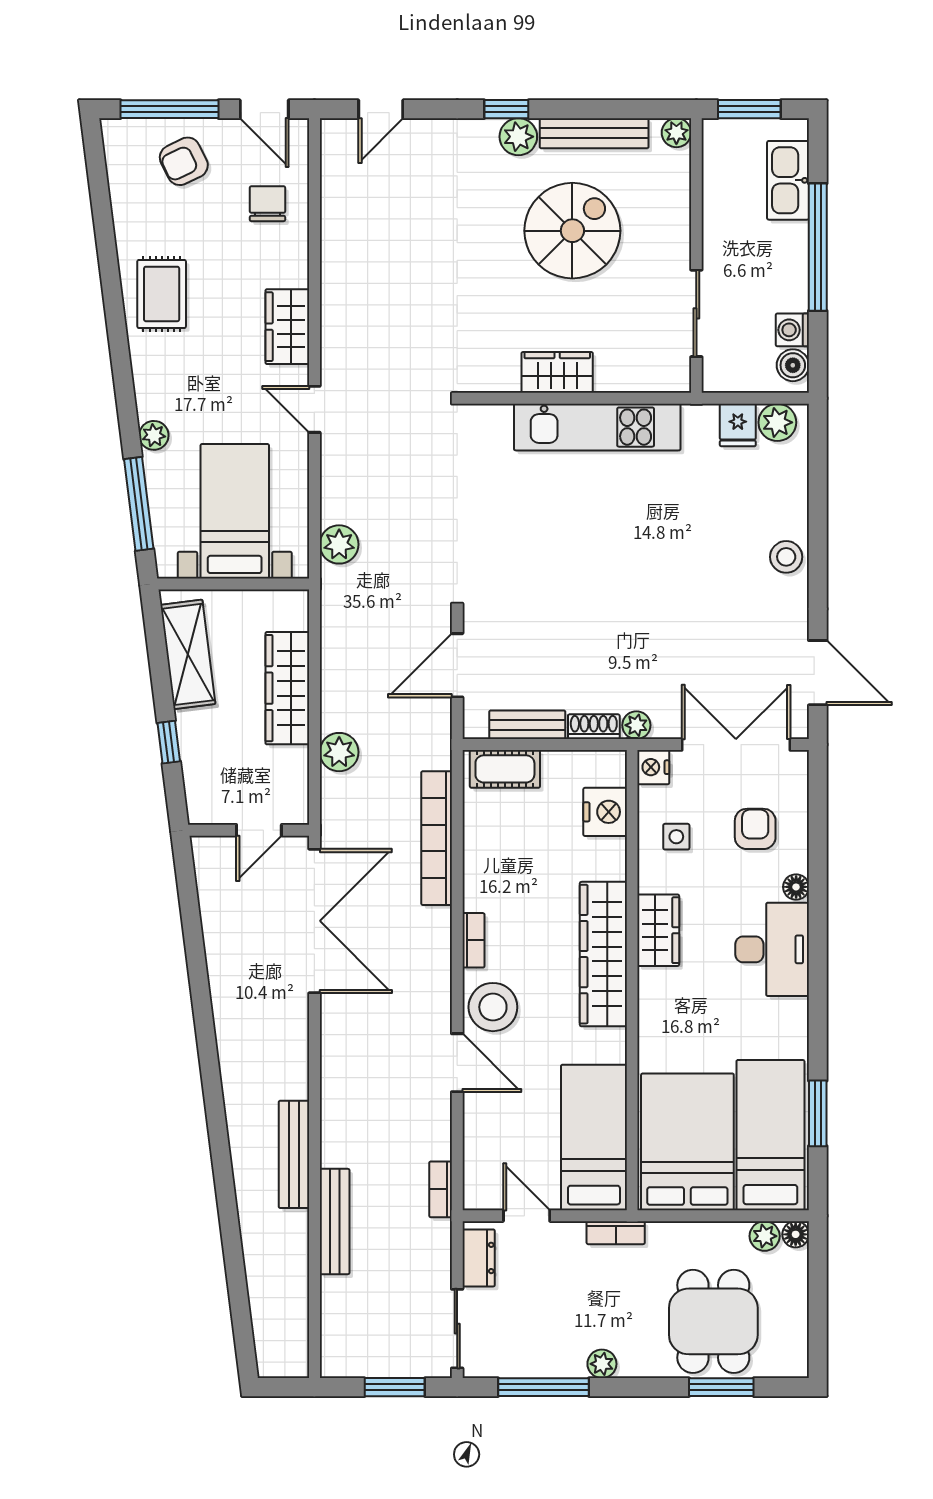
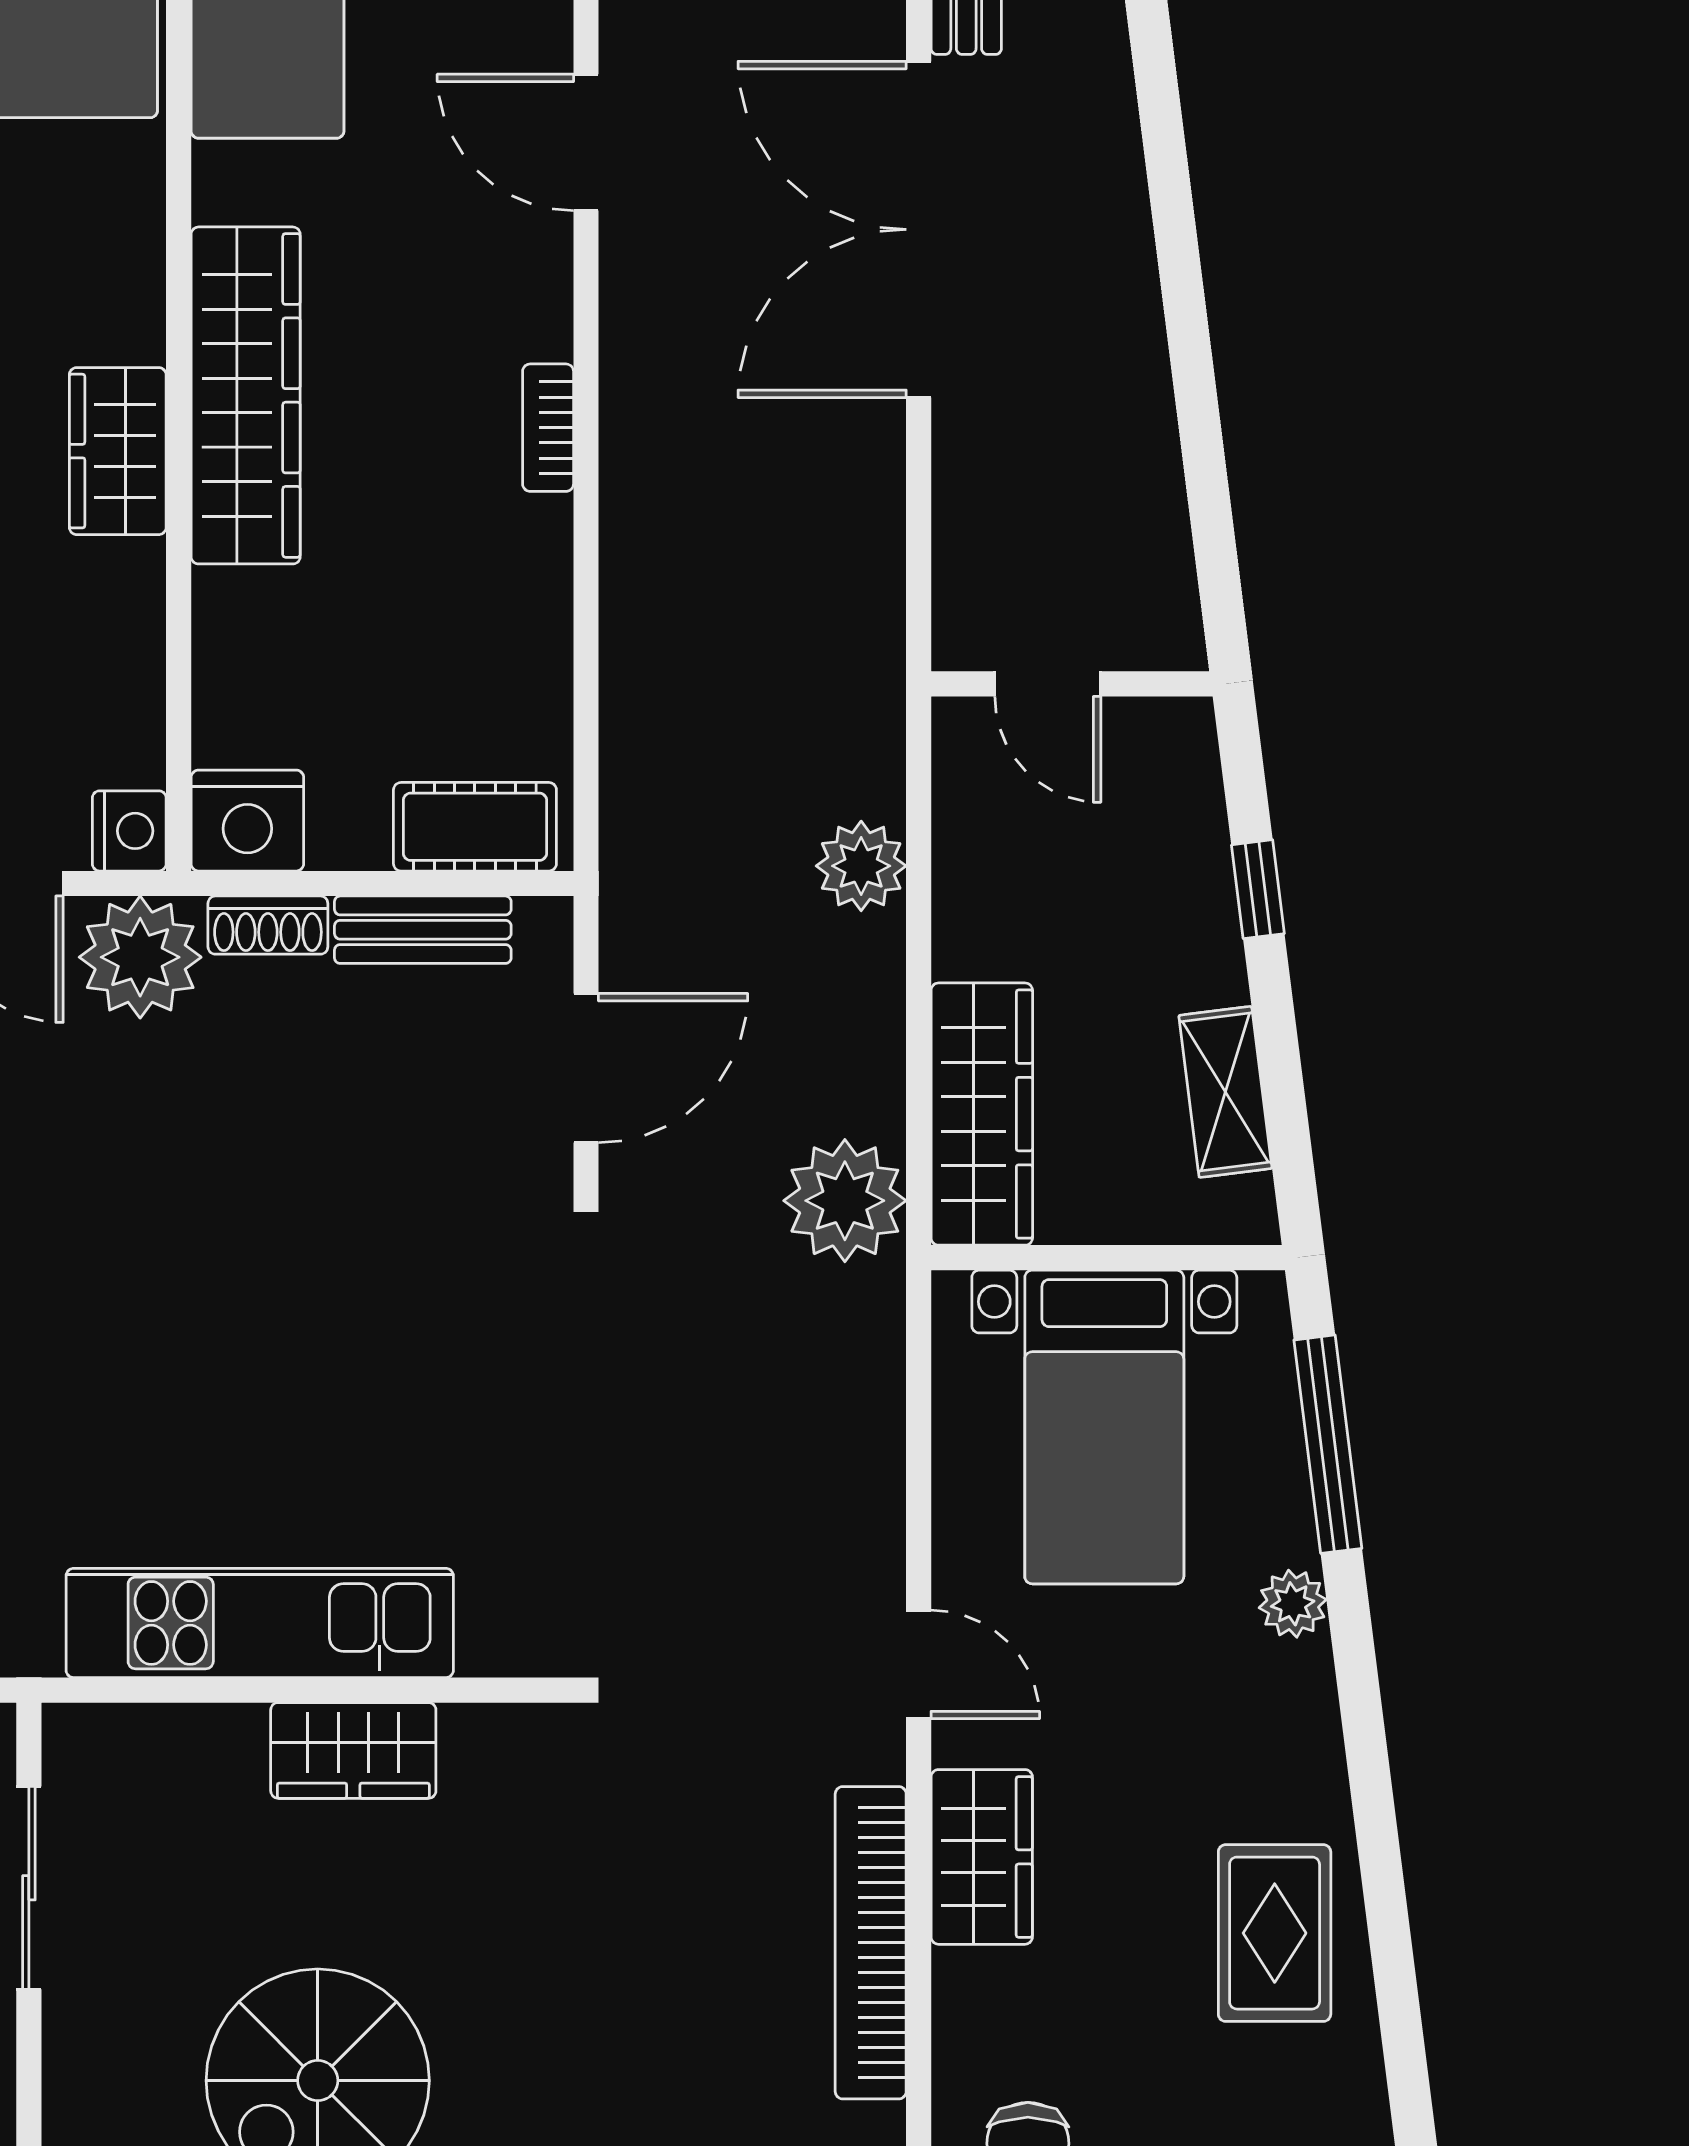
plant: (339, 544) -> (845, 1201), moved, width x1.36, depth x1.36
shelving: (188, 654) -> (1225, 1092), width x0.67, depth x0.75
wardrobe: (287, 688) -> (982, 1114), moved
plant: (636, 725) -> (140, 957), width x1.88, depth x1.88
nightstand: (605, 812) -> (247, 821), moved, turned -90
door: (259, 830) -> (1048, 684), swing flipped
side table: (676, 837) -> (76, 669), removed
bookcase: (437, 838) -> (871, 1943), moved, turned 180
double door: (314, 921) -> (919, 229), moved
stool: (493, 1007) -> (503, 272), removed

